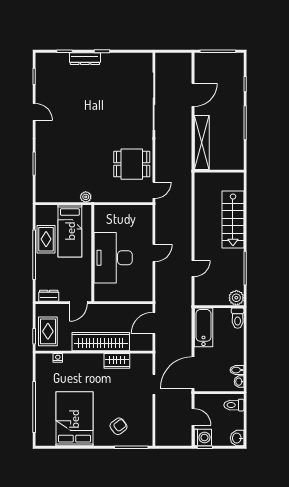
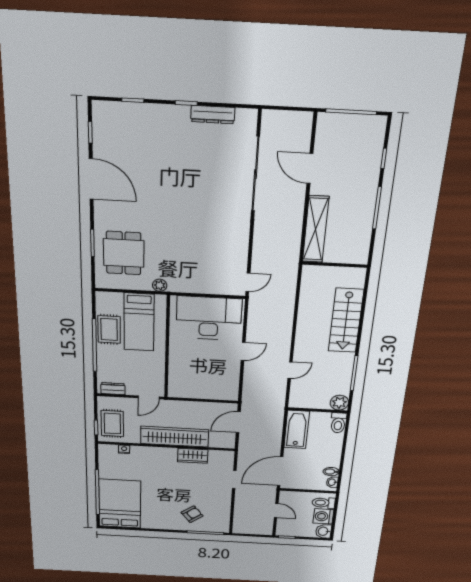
dresser: (85, 59) -> (213, 115), moved
door: (193, 95) -> (310, 169), swing flipped
door: (34, 112) -> (91, 179), width x1.87
dining table: (132, 164) -> (124, 253), moved, turned 90
desk: (113, 258) -> (209, 318), moved, turned 90
bed: (74, 419) -> (120, 504), moved
washing machine: (203, 438) -> (323, 516), moved, turned 180

